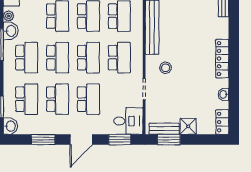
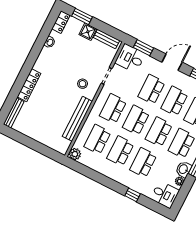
locker: (222, 59) -> (29, 85), moved
window: (169, 140) -> (82, 16), moved

